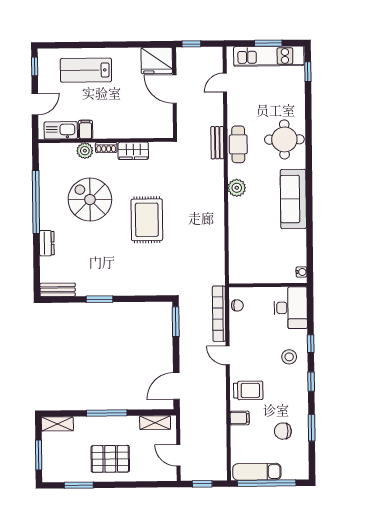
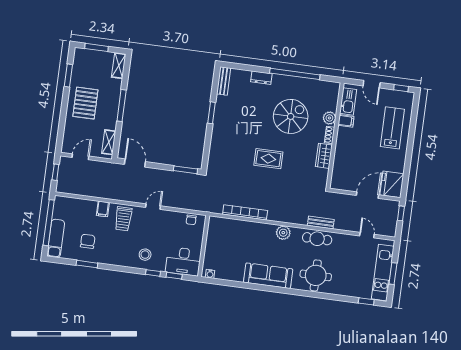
rug: (147, 220) -> (268, 159), width x0.73, depth x0.70
bookcase: (219, 314) -> (245, 212), moved
window: (311, 382) -> (174, 276), moved
exam couch: (257, 472) -> (56, 238), moved

